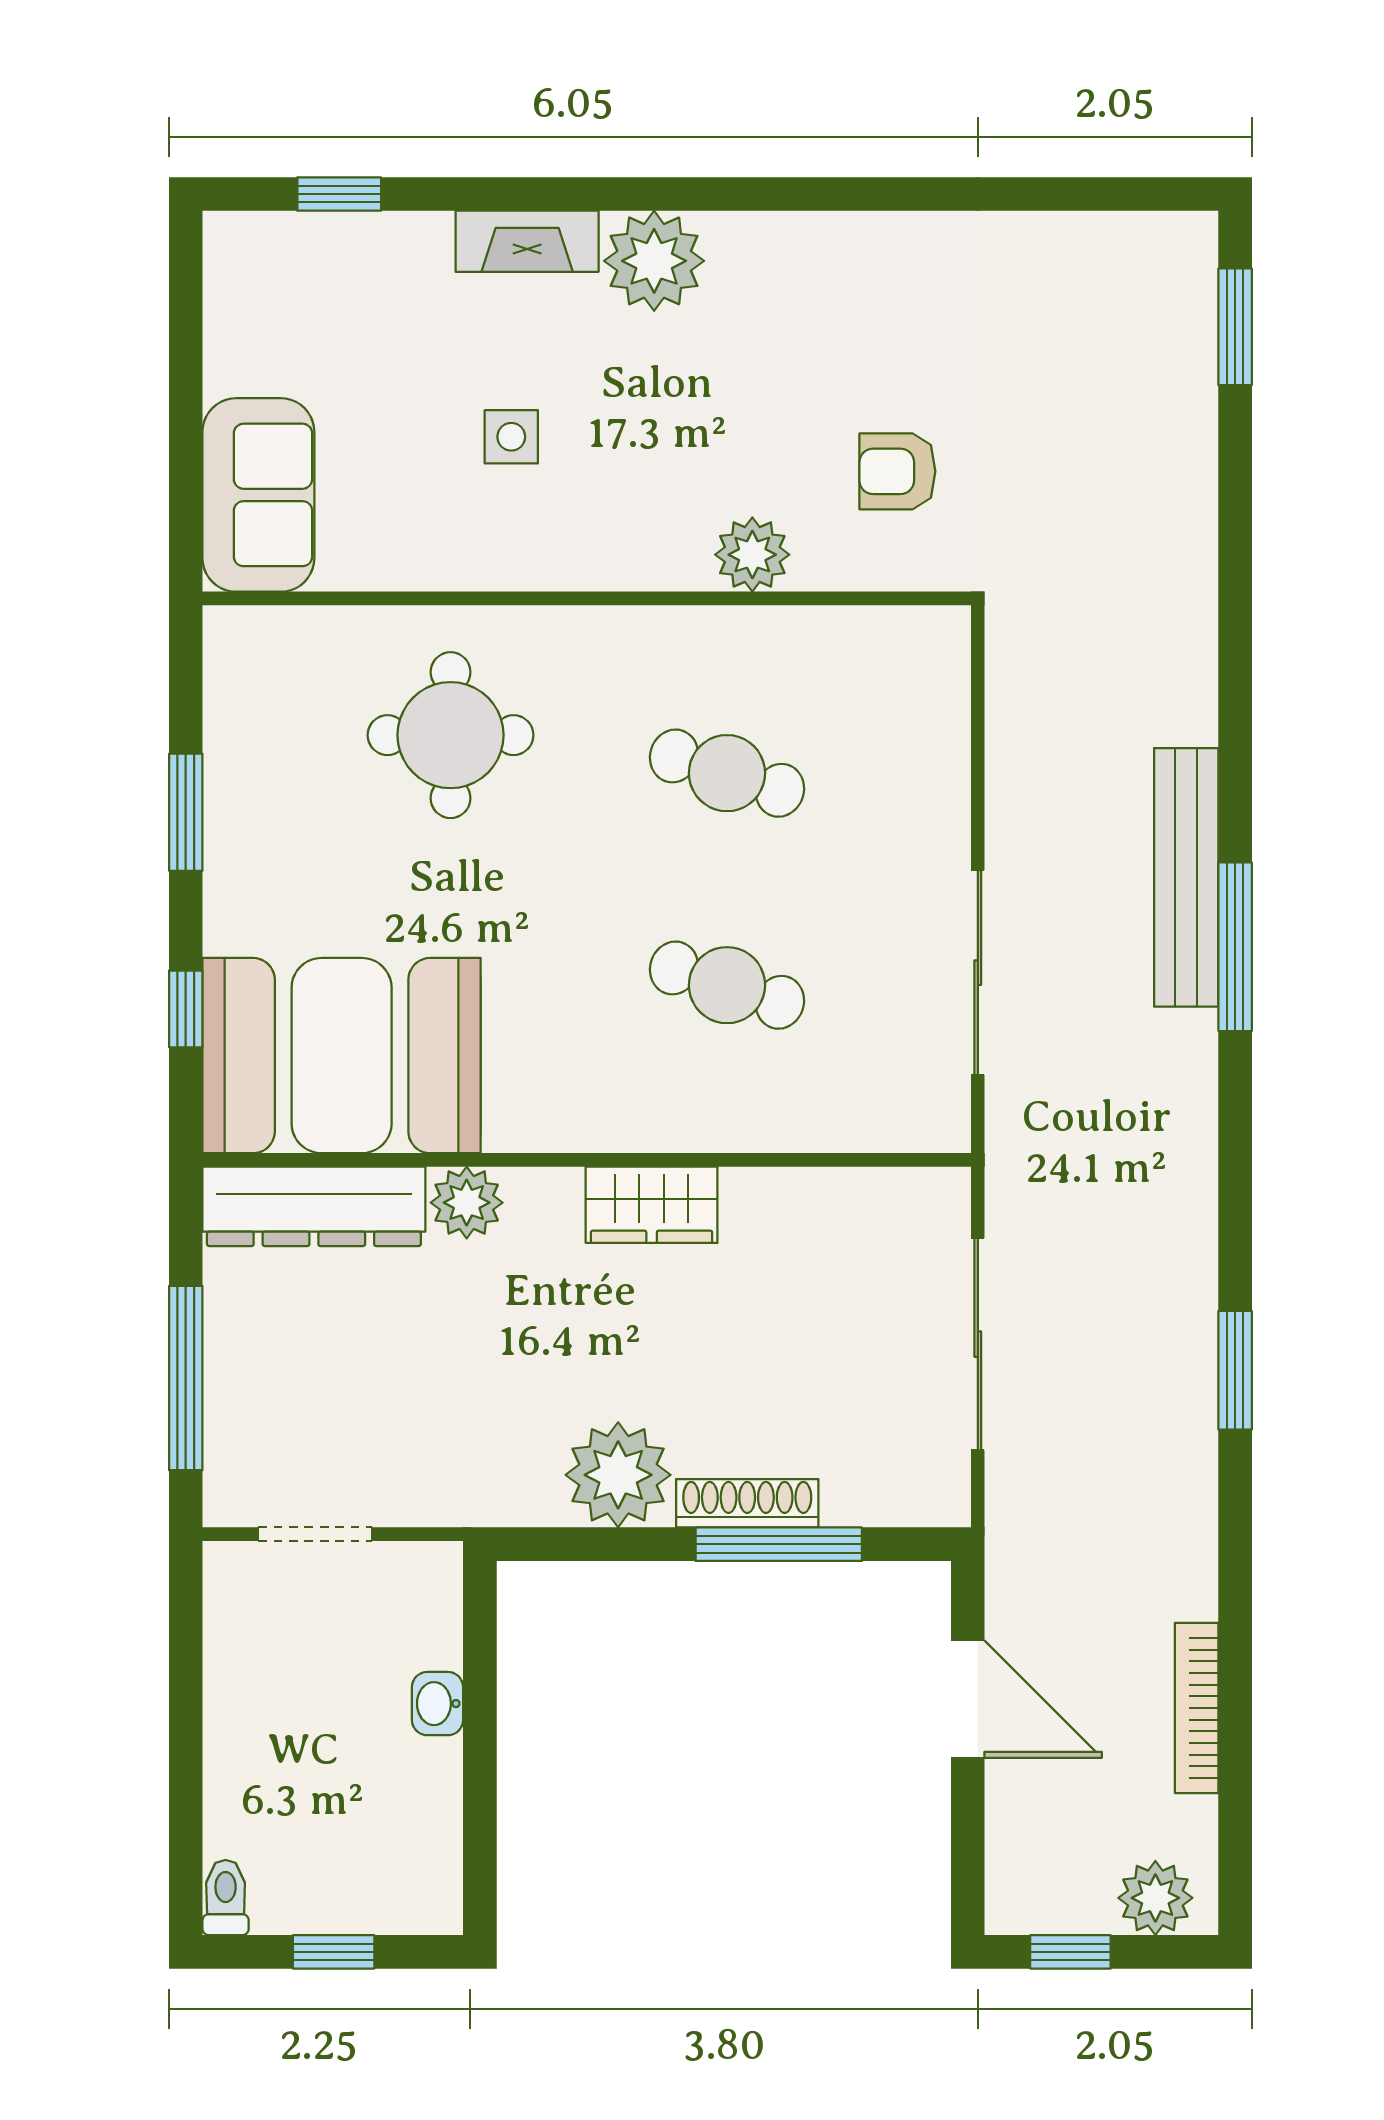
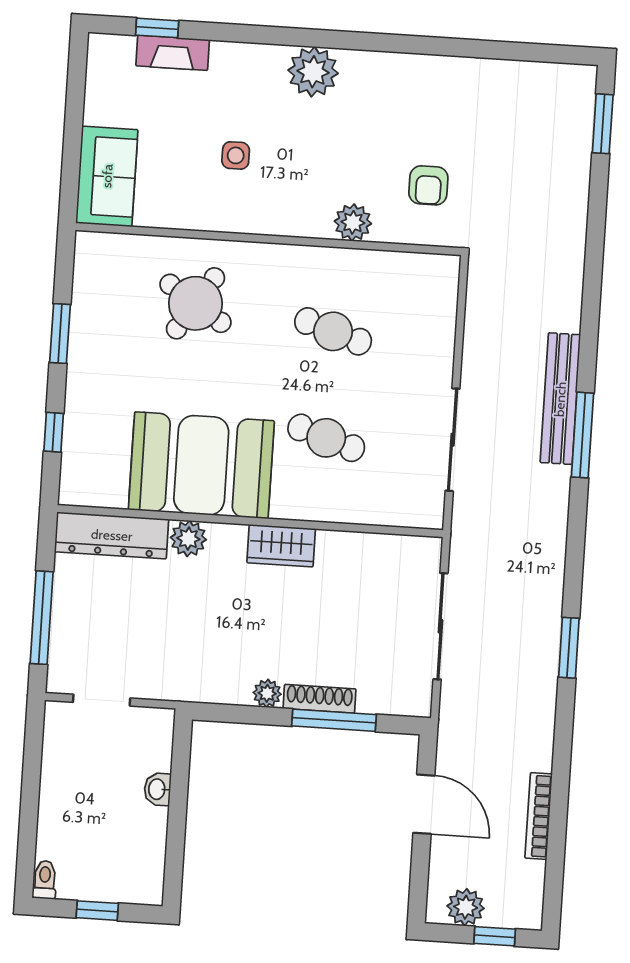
fireplace: (527, 241) -> (173, 53), moved
armchair: (897, 471) -> (428, 185), turned -90
round table: (451, 735) -> (195, 303), turned 33
booth: (342, 1056) -> (201, 465), moved
plant: (618, 1475) -> (267, 693), width x0.53, depth x0.53
plant: (1155, 1898) -> (466, 907), moved
window: (1070, 1952) -> (495, 936), moved

